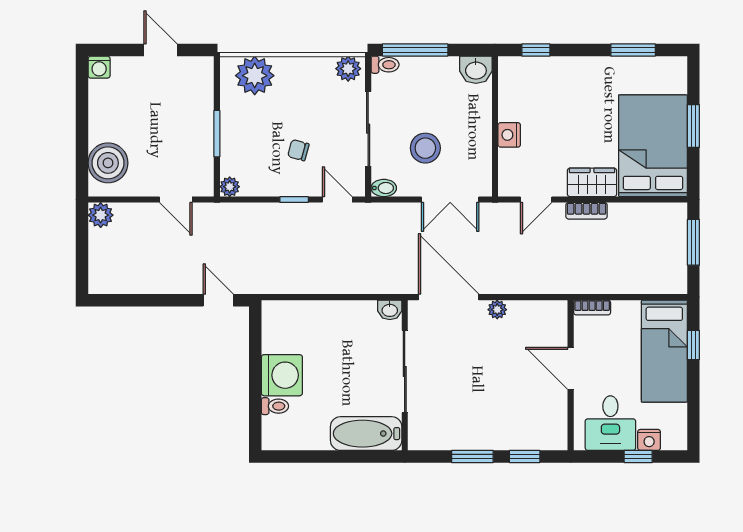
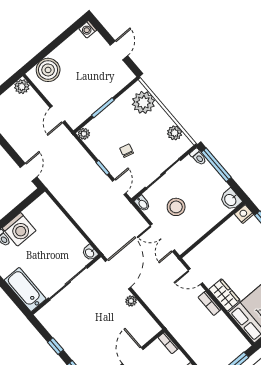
plant: (348, 69) -> (175, 133), moved
nightstand: (509, 135) -> (244, 214), moved
window: (472, 456) -> (55, 346), width x0.67

